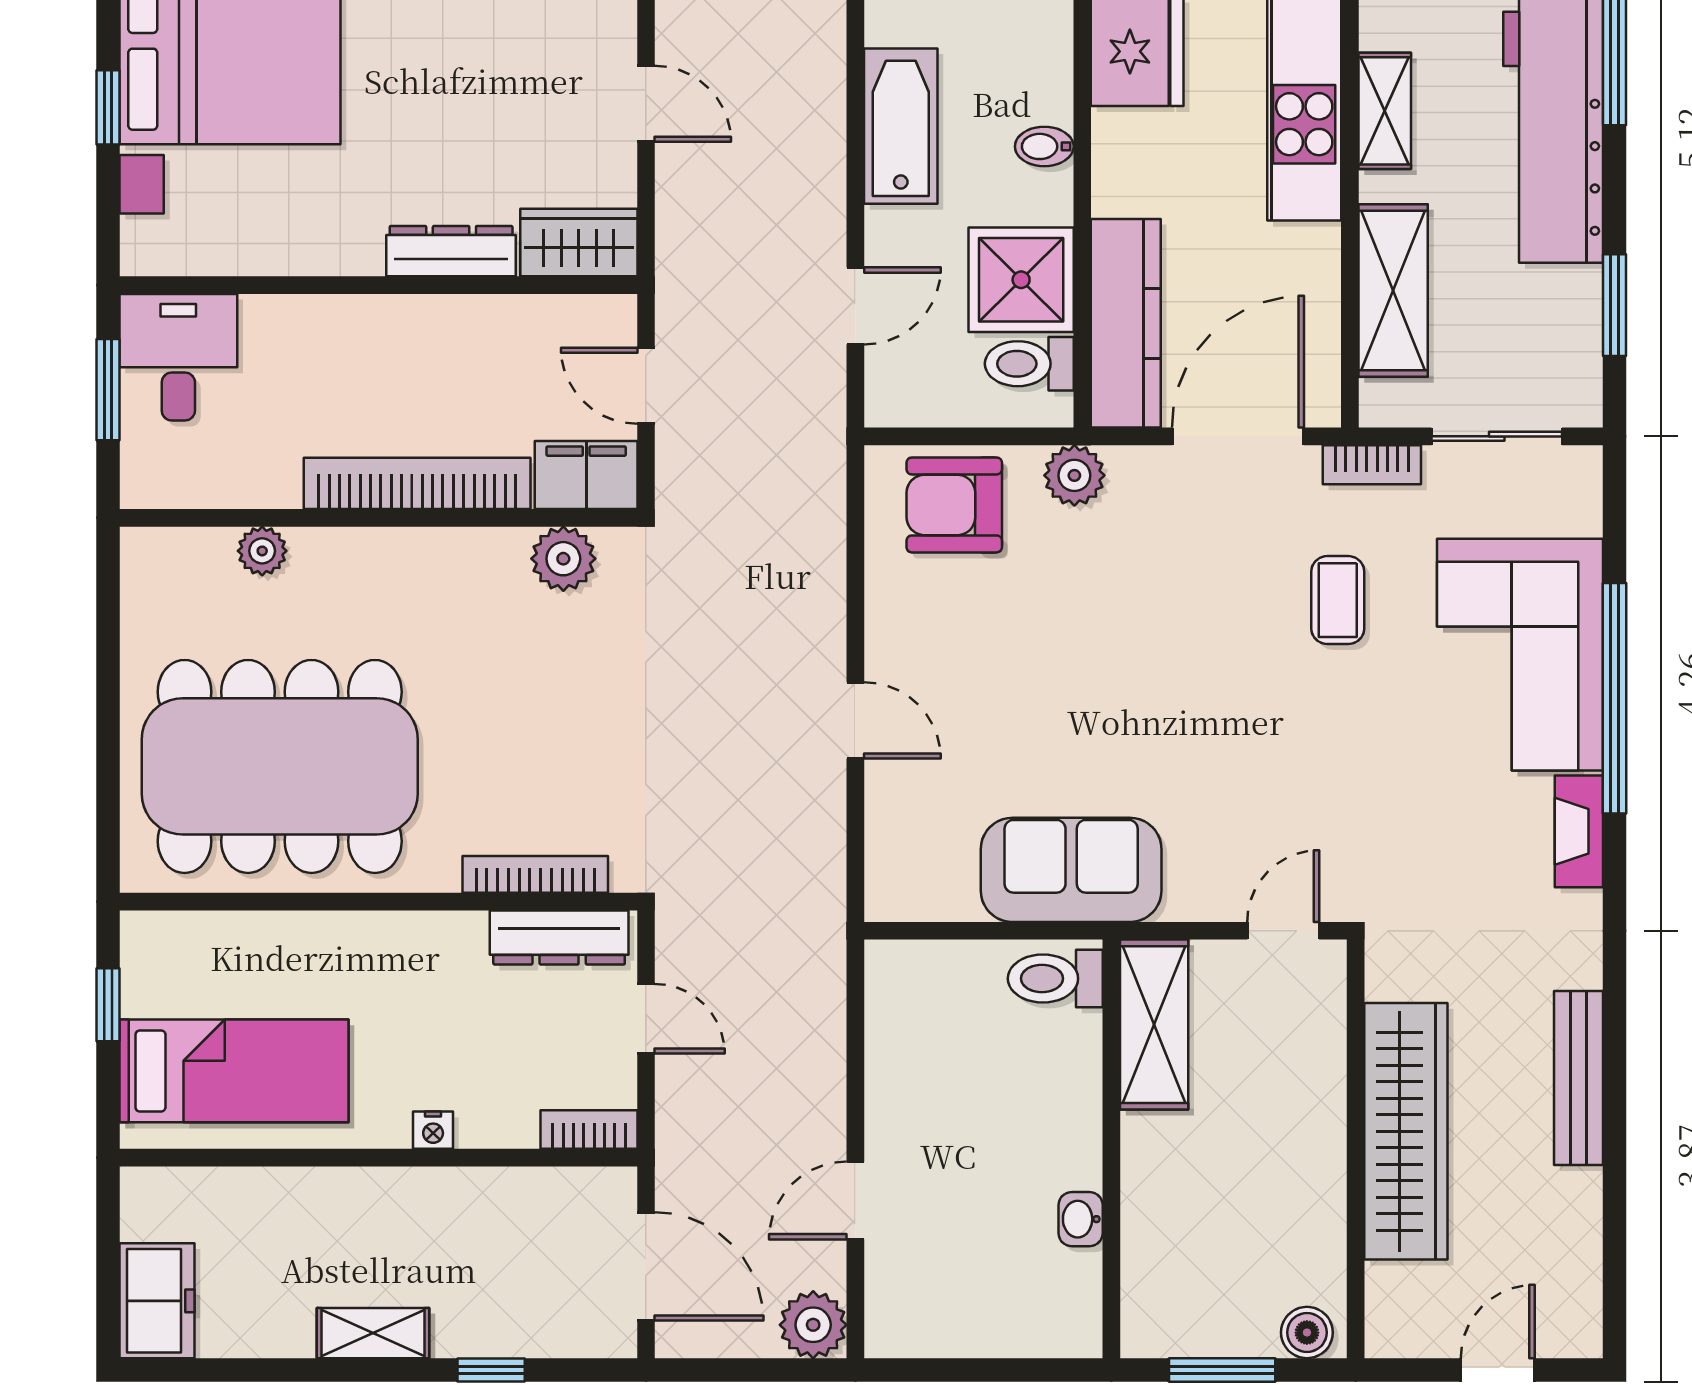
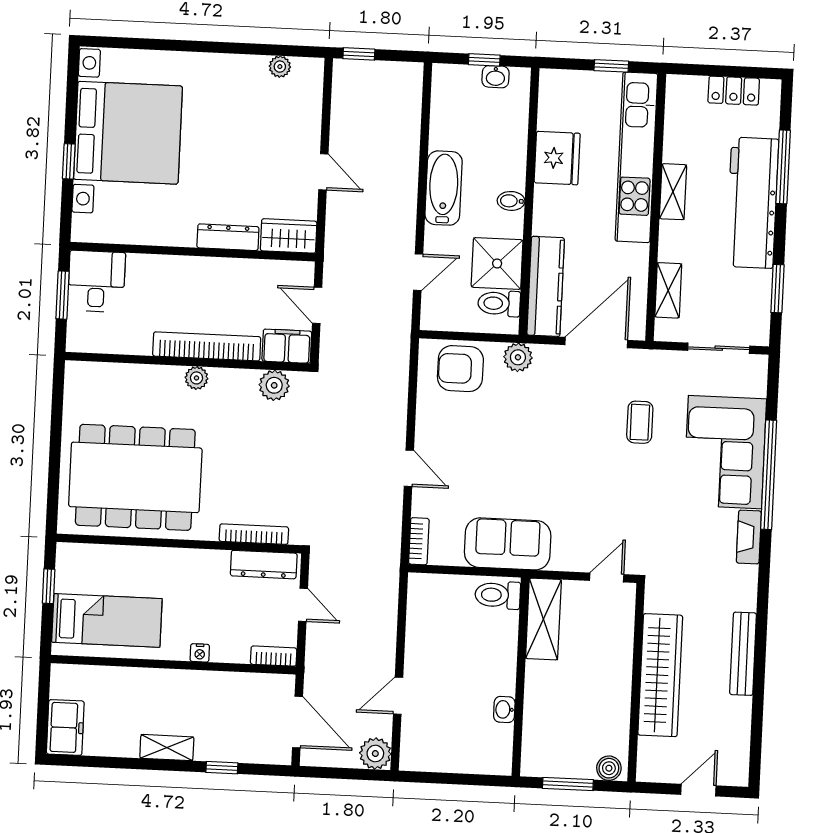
shelving: (1393, 290) -> (668, 290), width x0.67, depth x0.75
bookcase: (1372, 465) -> (419, 541), moved, turned -90
plant: (262, 551) -> (196, 378), moved

